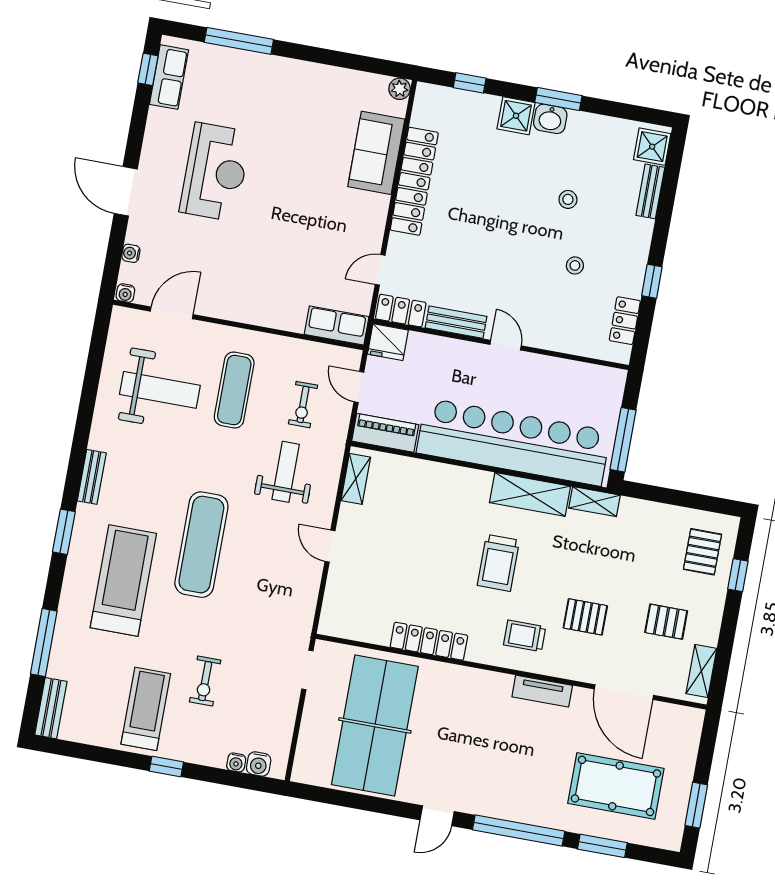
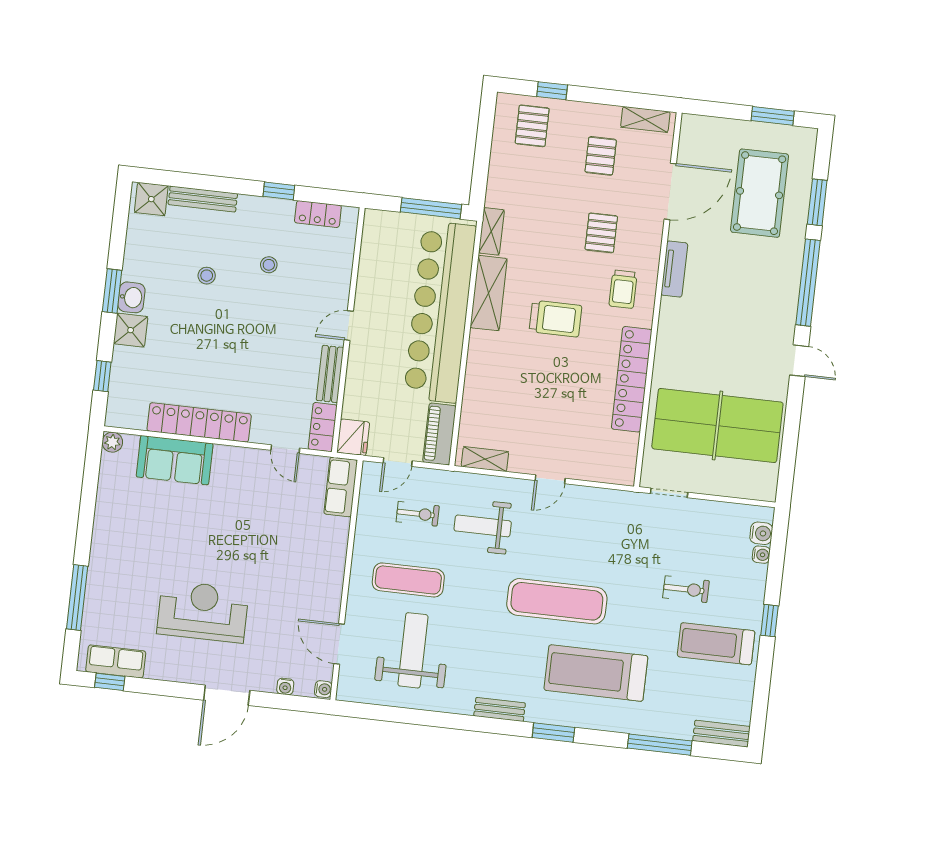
bench: (650, 191) -> (203, 199), width x1.36
pallet: (703, 552) -> (532, 126), turned 90
locker: (429, 641) -> (632, 379), width x1.41, depth x1.21

